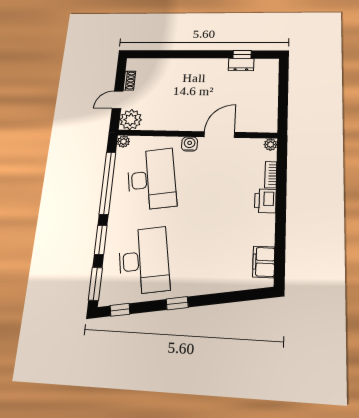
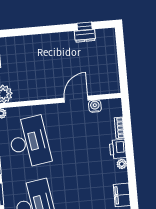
water cooler: (190, 144) -> (95, 106), moved
plant: (271, 145) -> (122, 164), moved

